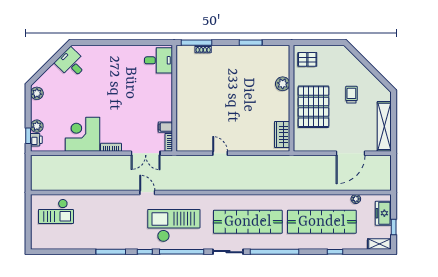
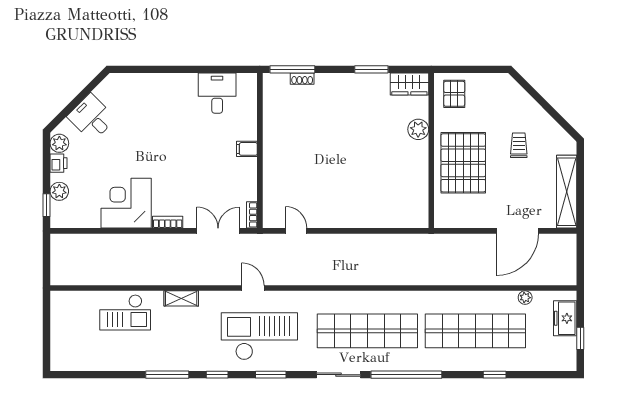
pallet: (307, 59) -> (454, 94), turned 90
desk: (158, 60) -> (217, 93), moved, turned -90
desk: (71, 63) -> (91, 118), moved
filing cabinet: (165, 127) -> (247, 149), moved
wardrobe: (282, 135) -> (409, 84), moved, turned -90
printer: (36, 140) -> (59, 163), moved
double door: (146, 153) -> (218, 231), swing flipped
door: (220, 153) -> (296, 231), moved
door: (147, 192) -> (253, 288), moved
checkout: (56, 211) -> (125, 312), moved
shelving: (379, 244) -> (181, 298), moved
window: (182, 252) -> (271, 375), width x0.47

